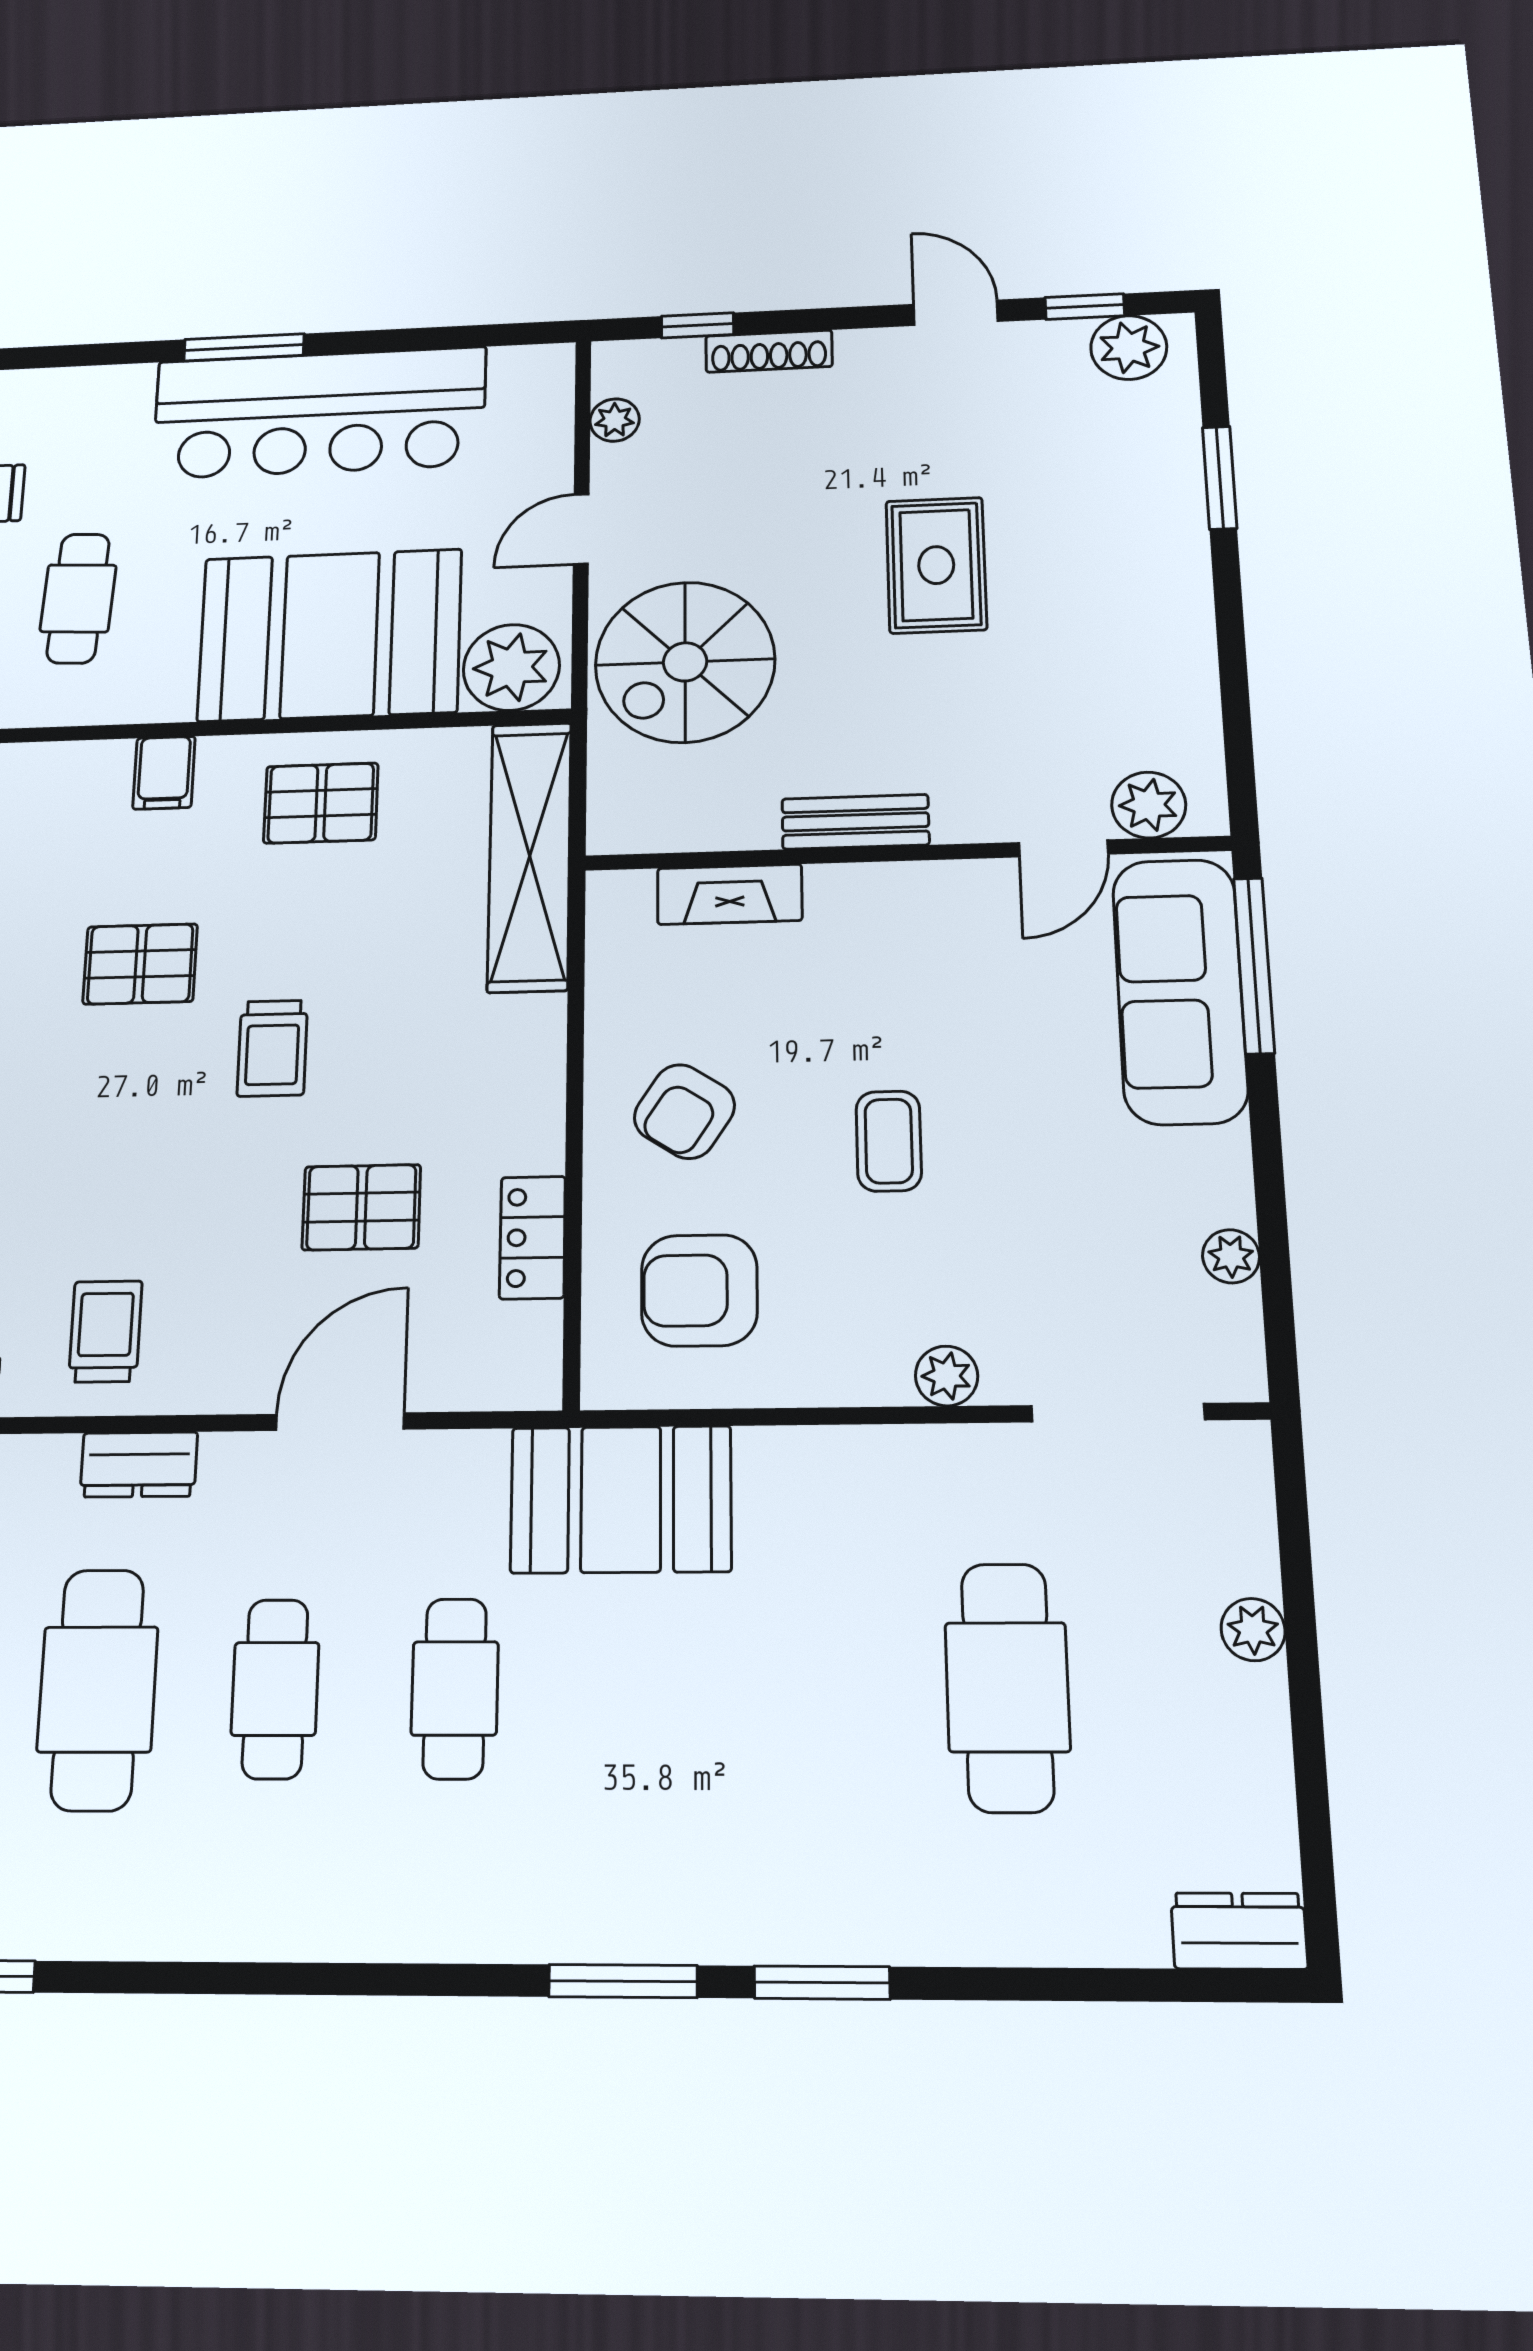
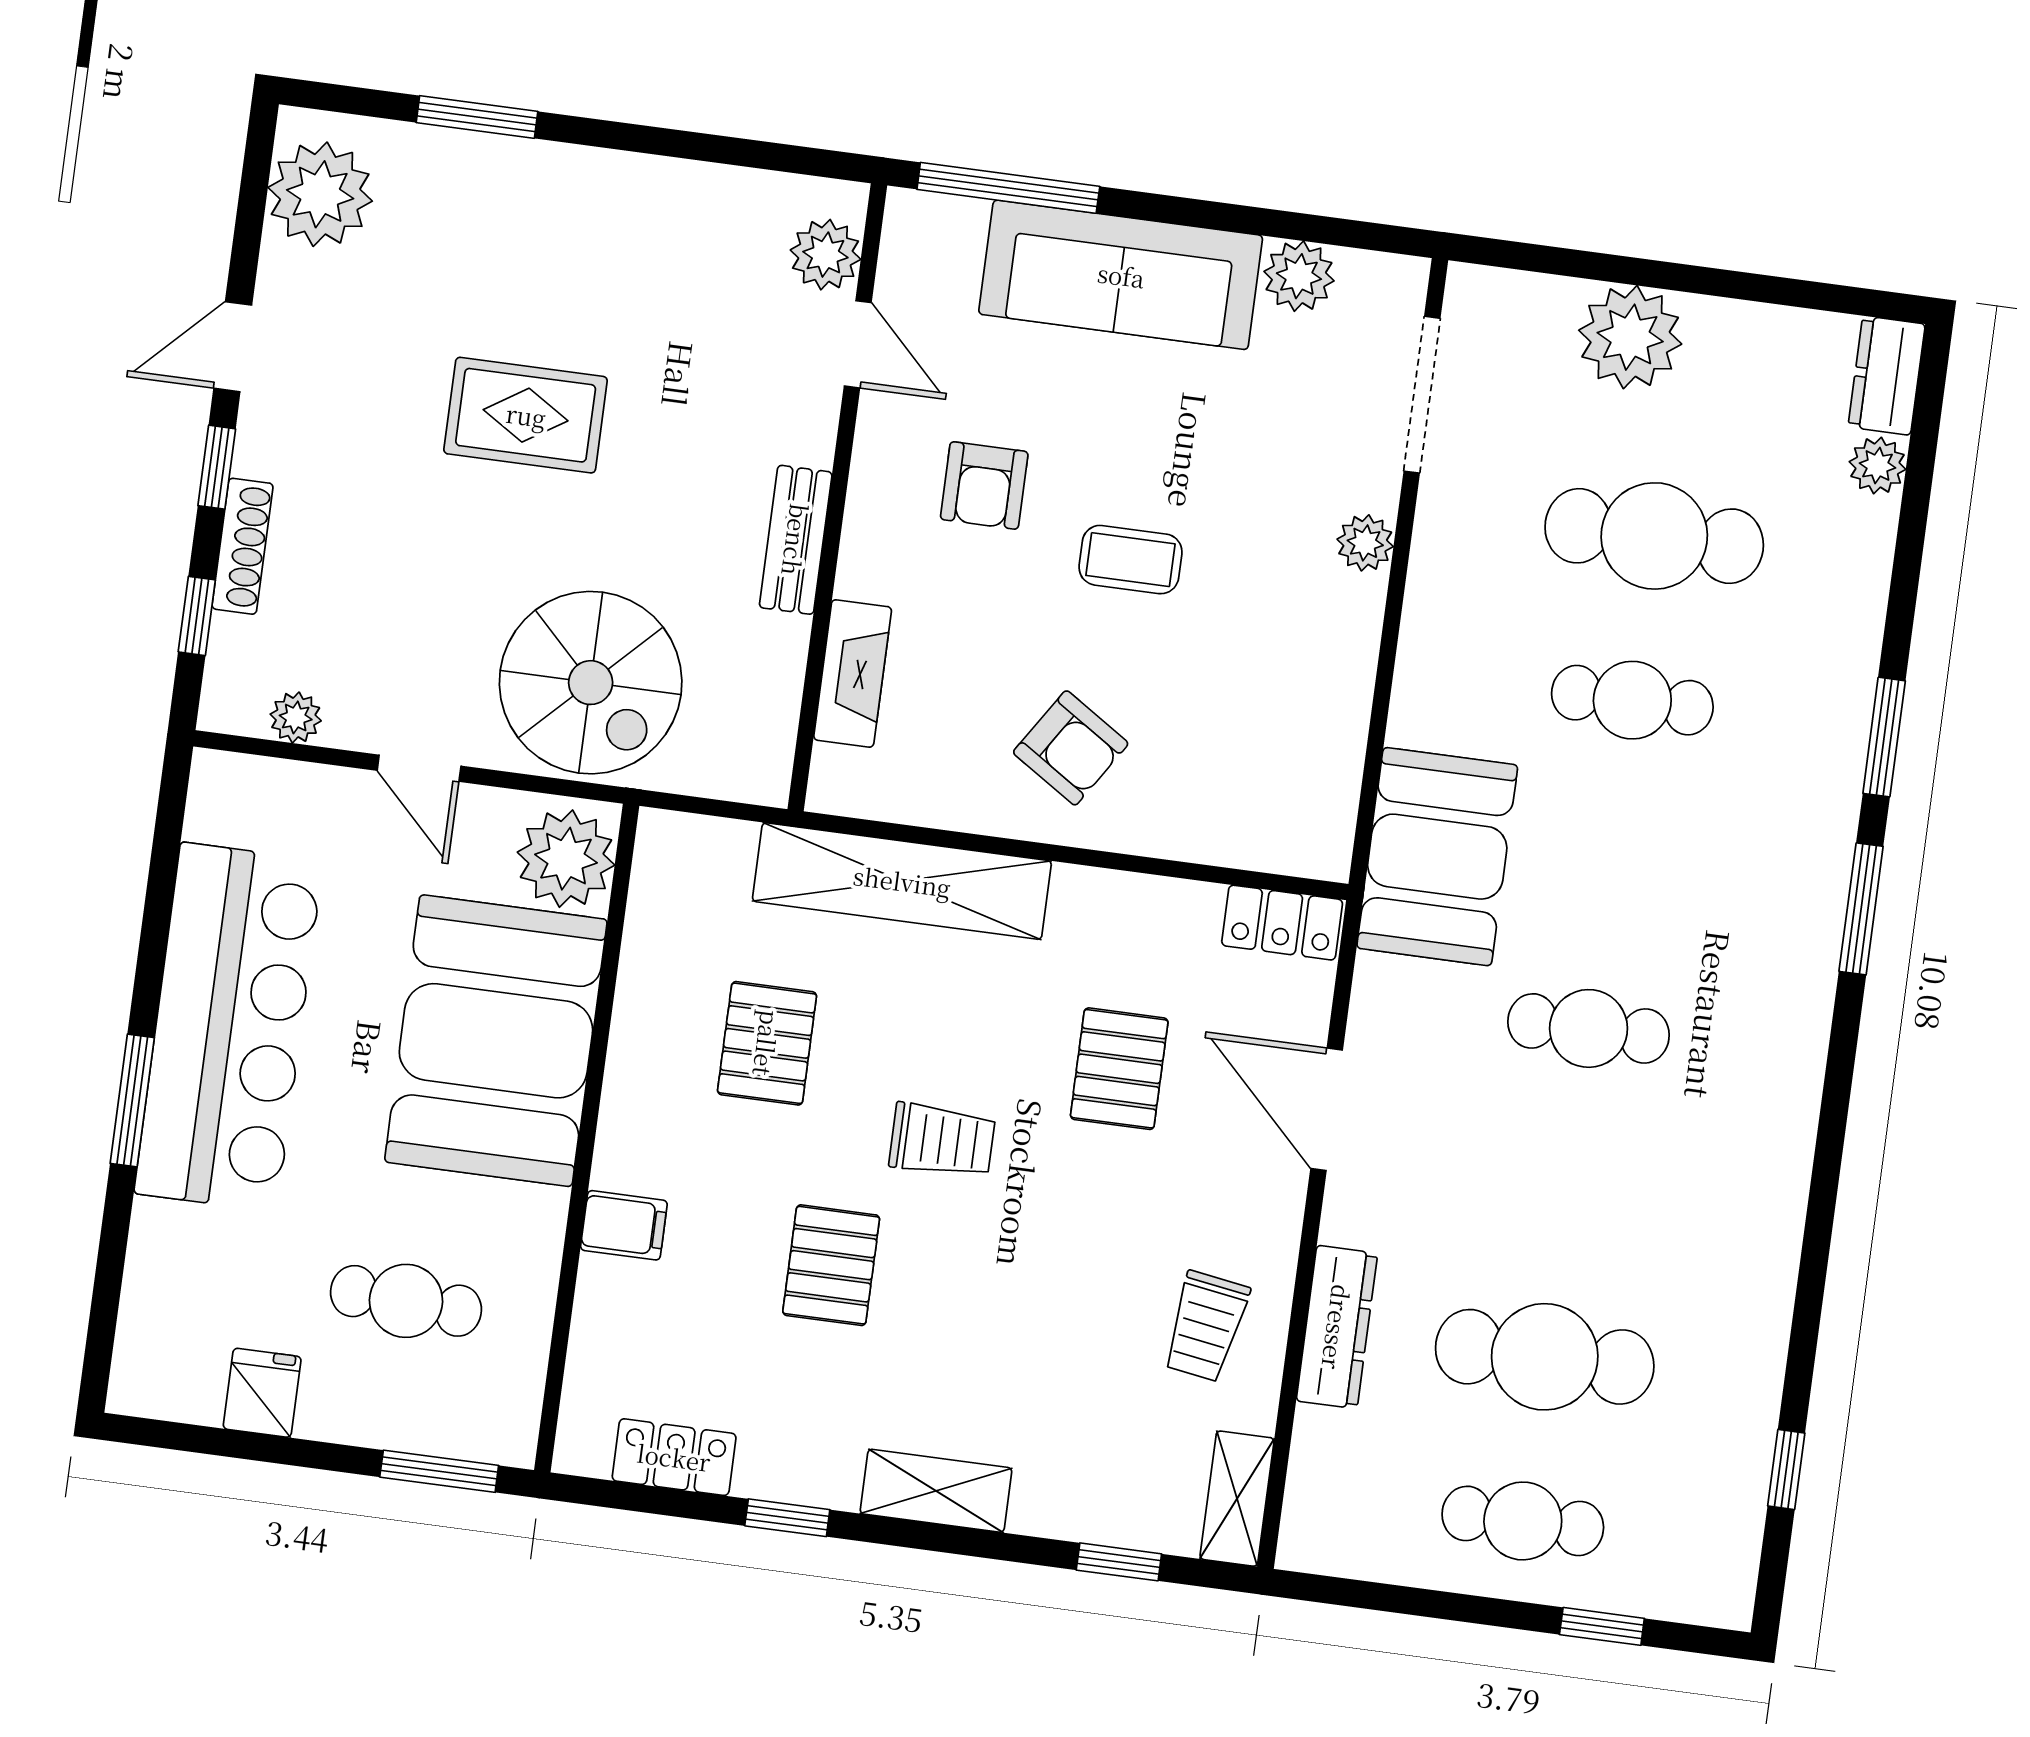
window: (1085, 307) -> (217, 467), moved
plant: (1129, 347) -> (320, 194), width x1.36, depth x1.36
pallet: (321, 803) -> (767, 1043), moved
shelving: (530, 856) -> (902, 881), moved
sofa: (1180, 991) -> (1121, 275), moved
locker: (533, 1237) -> (1282, 923), moved
plant: (1231, 1256) -> (1299, 276), width x1.38, depth x1.38
armchair: (699, 1290) -> (984, 485), moved, width x0.72, depth x0.72
trolley: (105, 1331) -> (1206, 1326), turned -81
dresser: (139, 1465) -> (1337, 1327), width x1.44
plant: (1253, 1630) -> (1630, 337), width x1.88, depth x1.88
cafe table: (275, 1689) -> (1632, 700), moved
plant: (1133, 1934) -> (1878, 465), added

